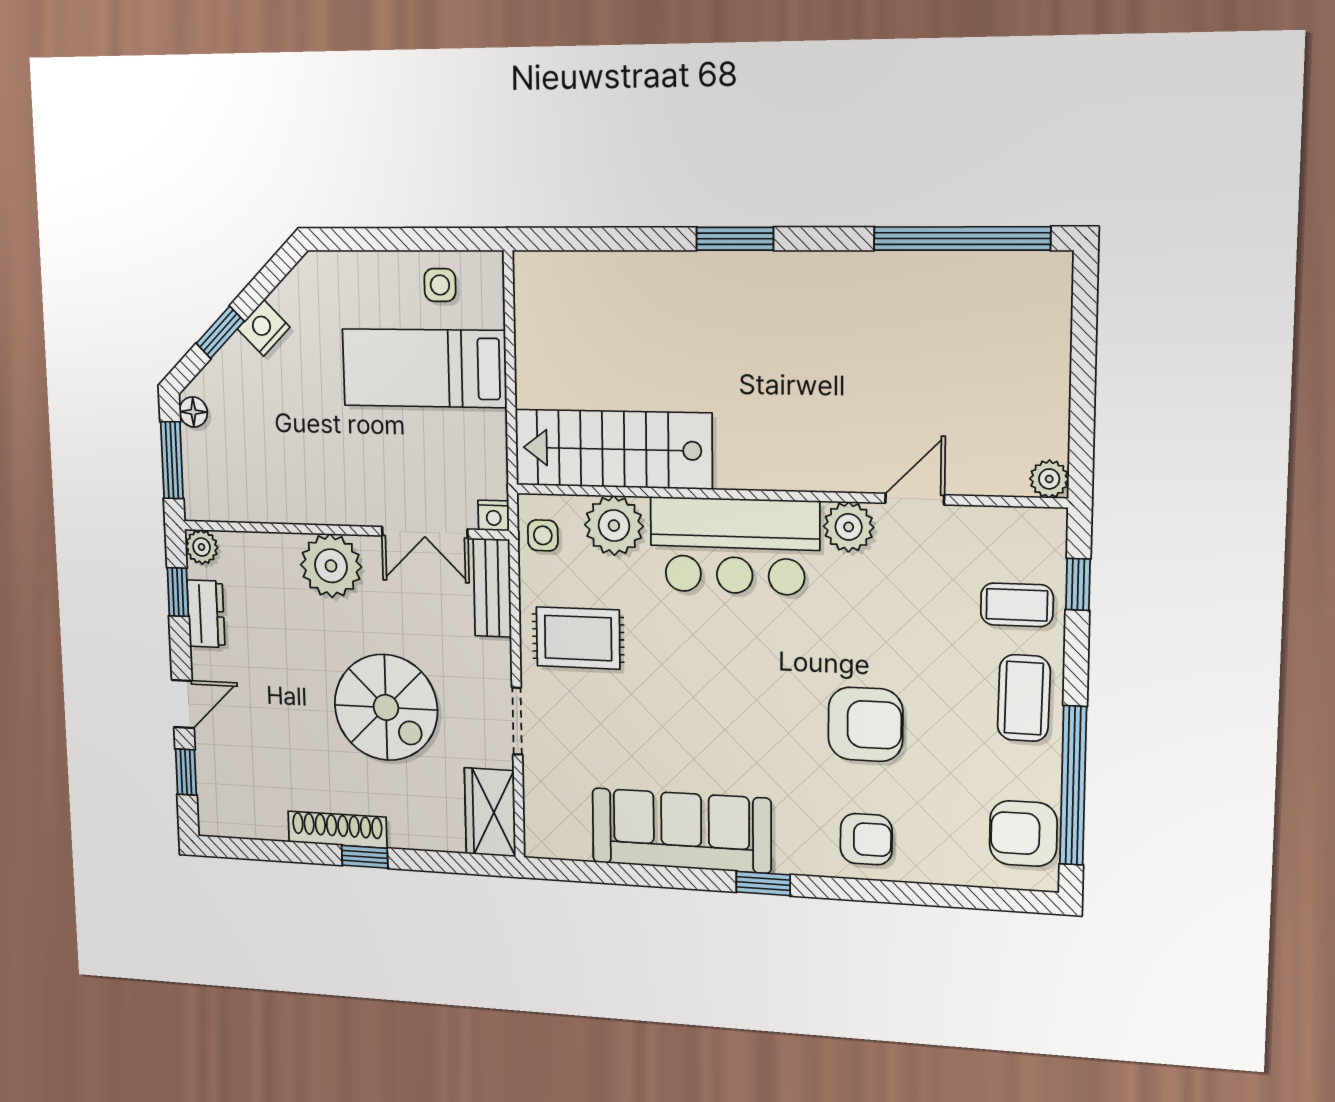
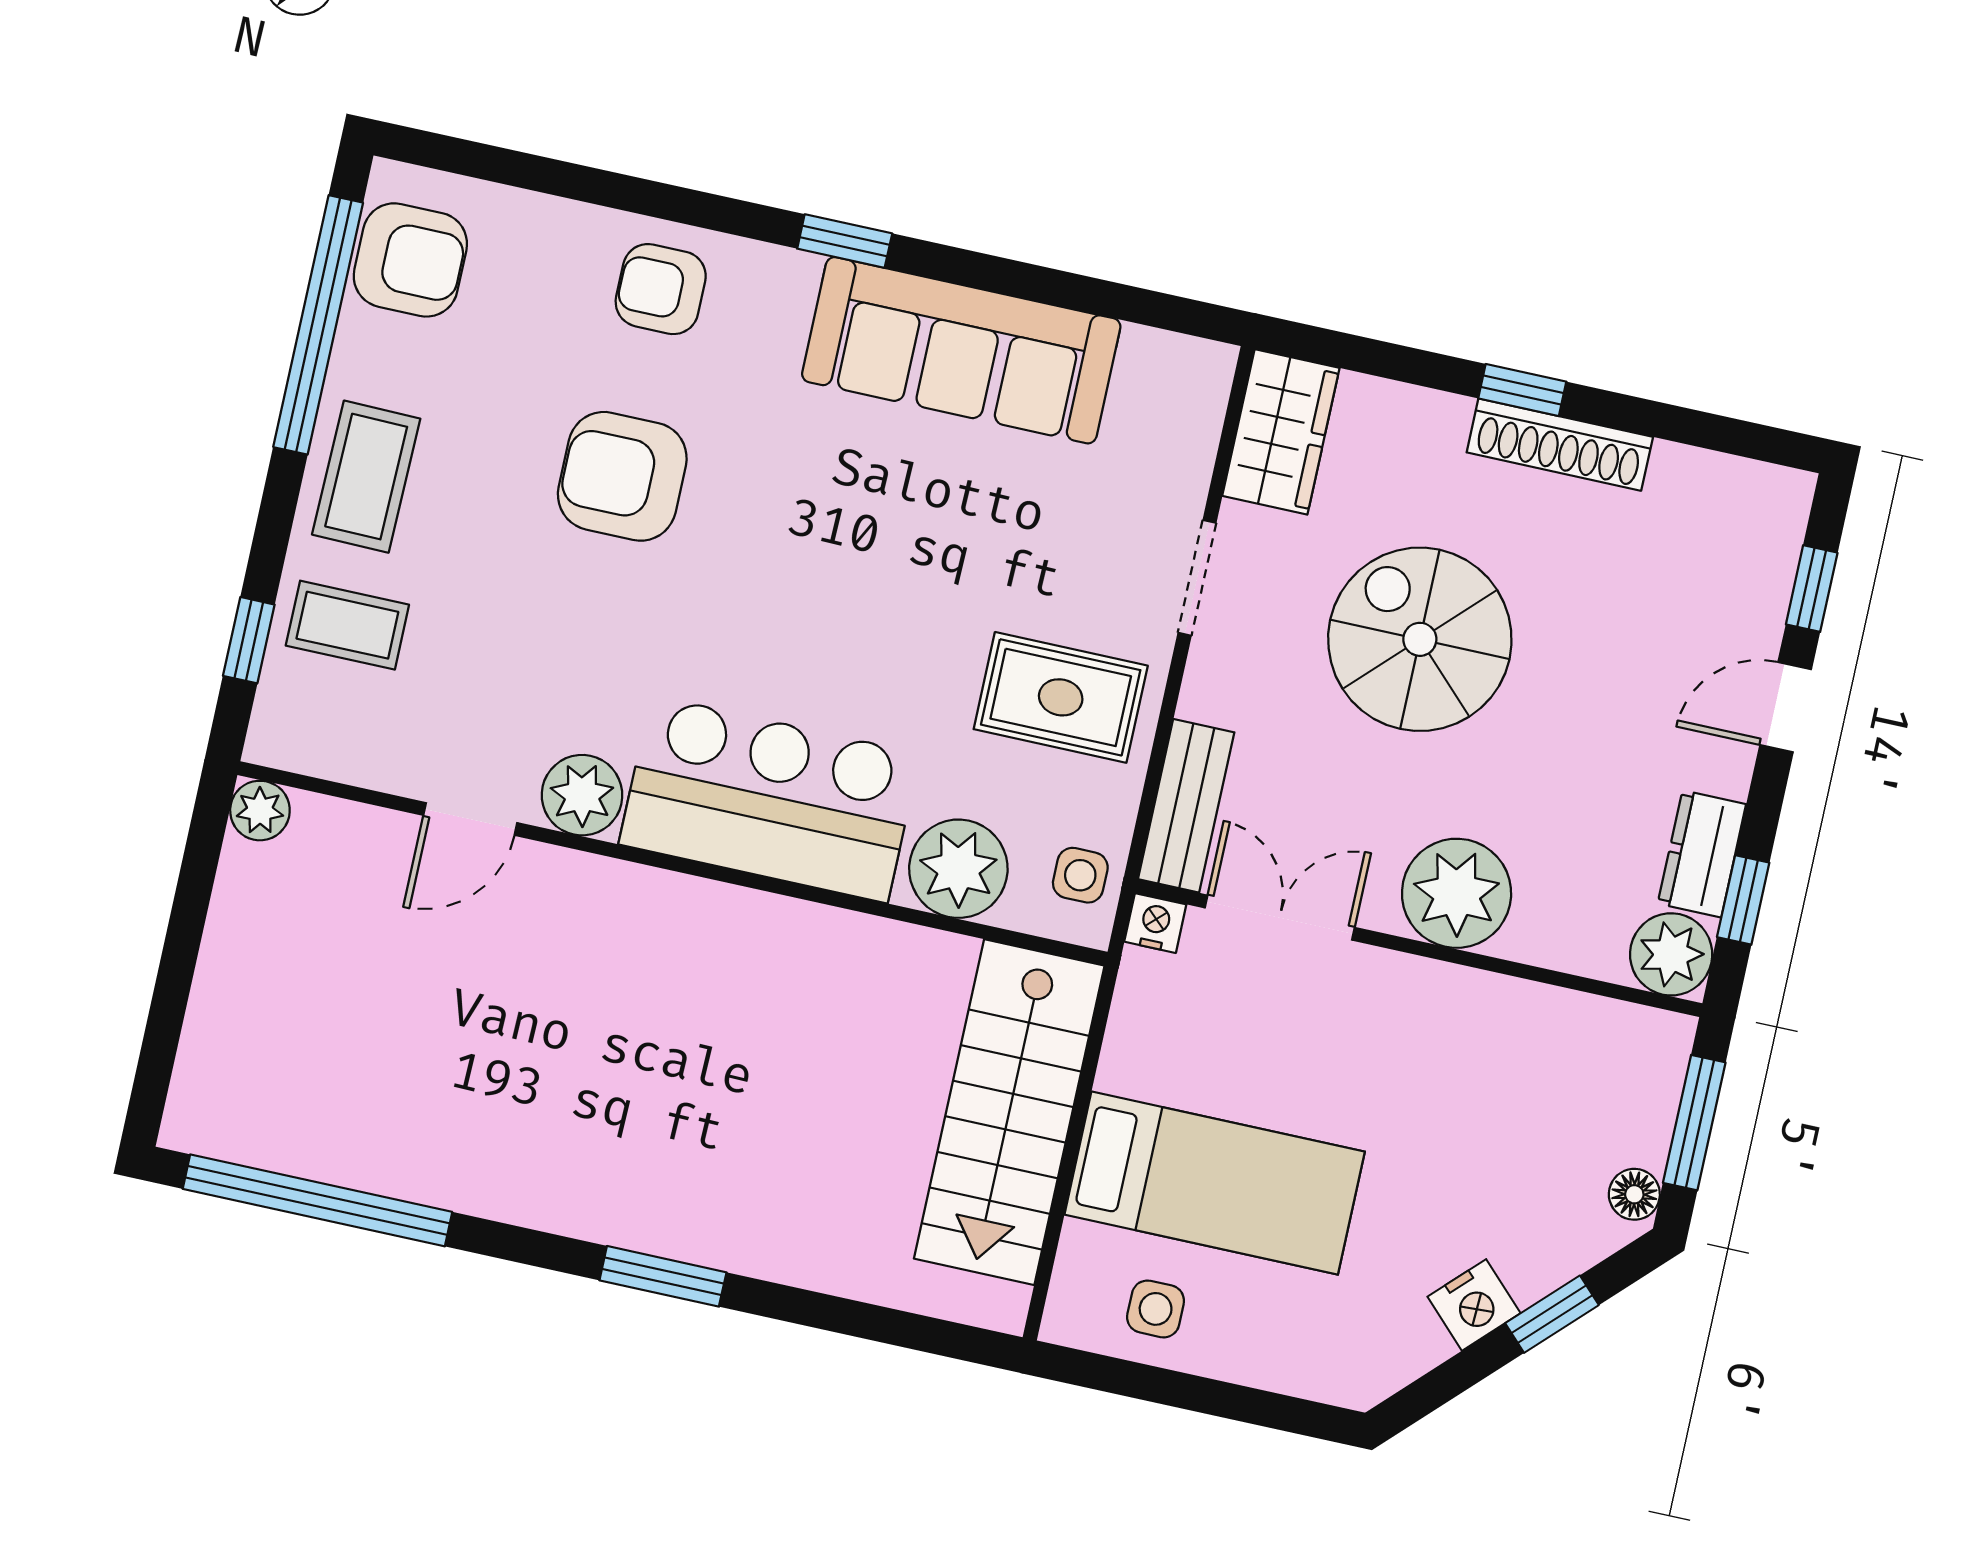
stairs: (613, 449) -> (1009, 1112), moved, turned 90
plant: (202, 547) -> (1671, 954), width x1.38, depth x1.38

